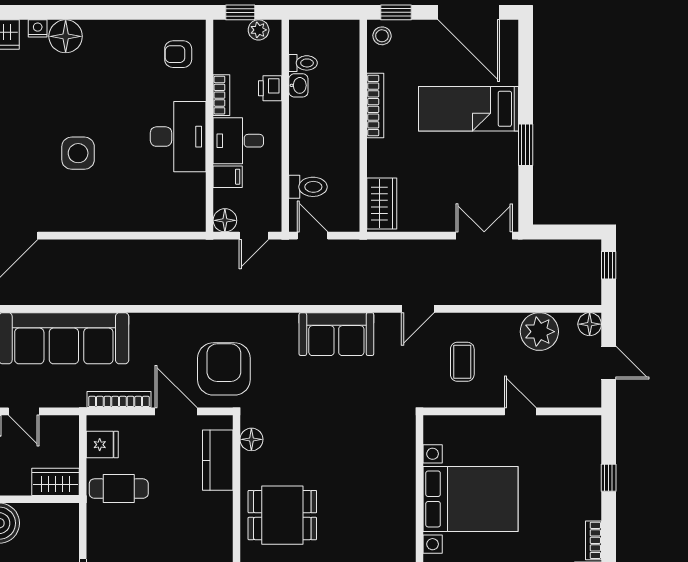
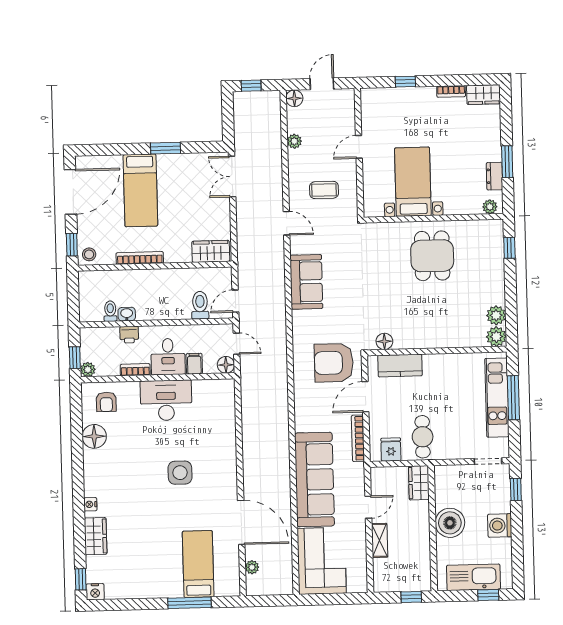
plant: (259, 30) -> (88, 369), moved
floor lamp: (66, 36) -> (94, 436), moved
plant: (539, 332) -> (294, 141), width x0.53, depth x0.53
bed with nightstands: (470, 499) -> (413, 182), width x0.73
dining table: (282, 515) -> (432, 256), moved

